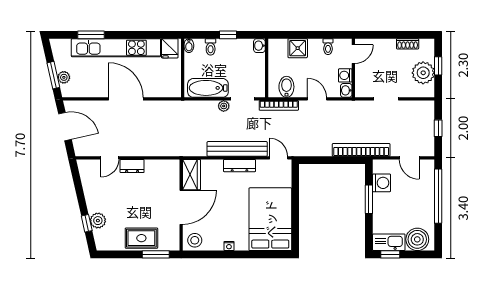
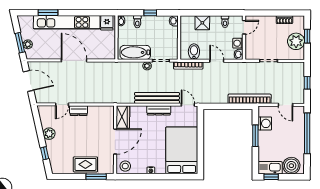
plant: (98, 221) -> (49, 134), moved

